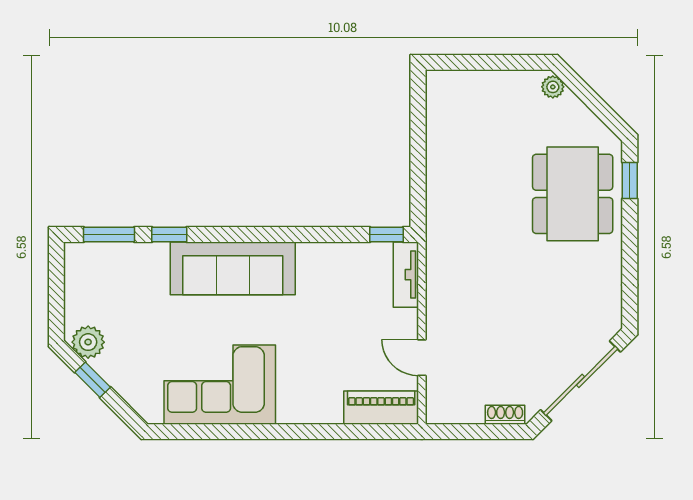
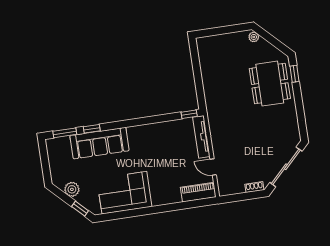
sofa: (233, 268) -> (99, 143), moved
tv unit: (406, 275) -> (201, 137), width x1.41
plant: (88, 342) -> (72, 189), moved
window: (93, 380) -> (80, 209), moved

